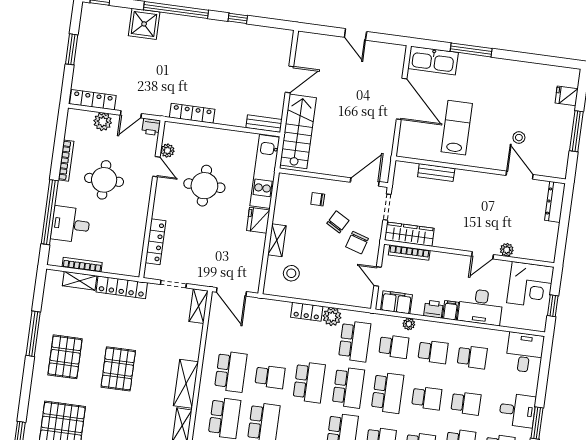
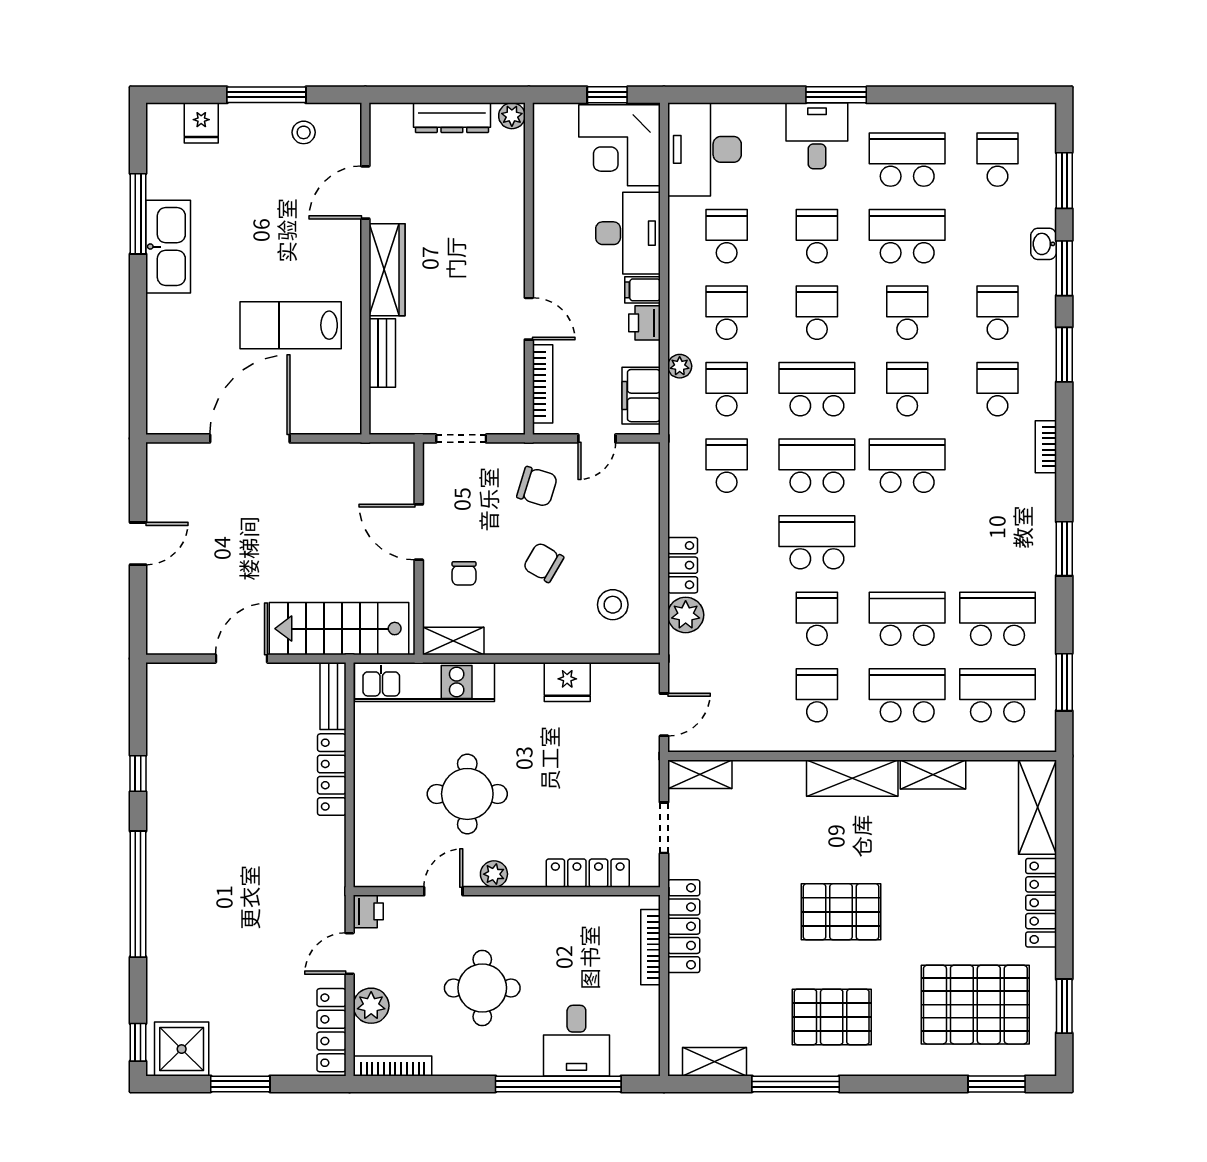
shower: (144, 24) -> (182, 1049), moved
window: (471, 50) -> (138, 214), moved
kitchen sink: (433, 61) -> (168, 247), moved
door: (289, 79) -> (241, 659), hinge flipped
locker: (192, 113) -> (332, 775), moved
door: (131, 114) -> (350, 953), swing flipped
stool: (519, 138) -> (304, 132), moved
plant: (167, 151) -> (494, 874), moved
bookcase: (66, 161) -> (393, 1066), moved
door: (365, 182) -> (419, 532), moved
dresser: (555, 202) -> (452, 118), moved
fridge: (258, 220) -> (567, 682), moved
chair: (338, 222) -> (543, 562), moved
wardrobe: (409, 234) -> (387, 270), moved, turned 180
shelving: (277, 240) -> (453, 641), moved
plant: (507, 250) -> (512, 116), moved
door: (482, 255) -> (529, 319), moved
bookcase: (82, 265) -> (651, 947), moved
shelving: (80, 281) -> (715, 1062), moved, turned 90
corner desk: (530, 285) -> (620, 145), moved, turned 180
door: (231, 292) -> (664, 715), width x0.73
plant: (332, 317) -> (686, 615), moved
school desk: (355, 341) -> (727, 466), width x0.54
desk: (525, 353) -> (704, 149), width x1.37
school desk: (231, 372) -> (817, 695), width x0.54

